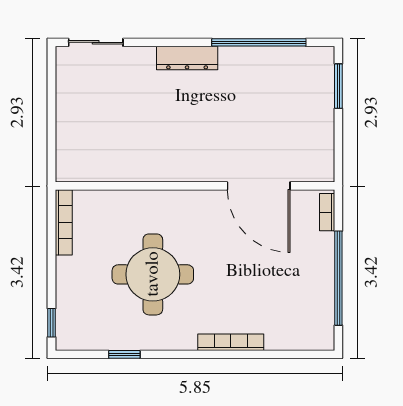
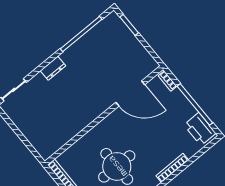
dresser: (187, 58) -> (53, 68), width x0.70
printer: (316, 319) -> (200, 129), added

